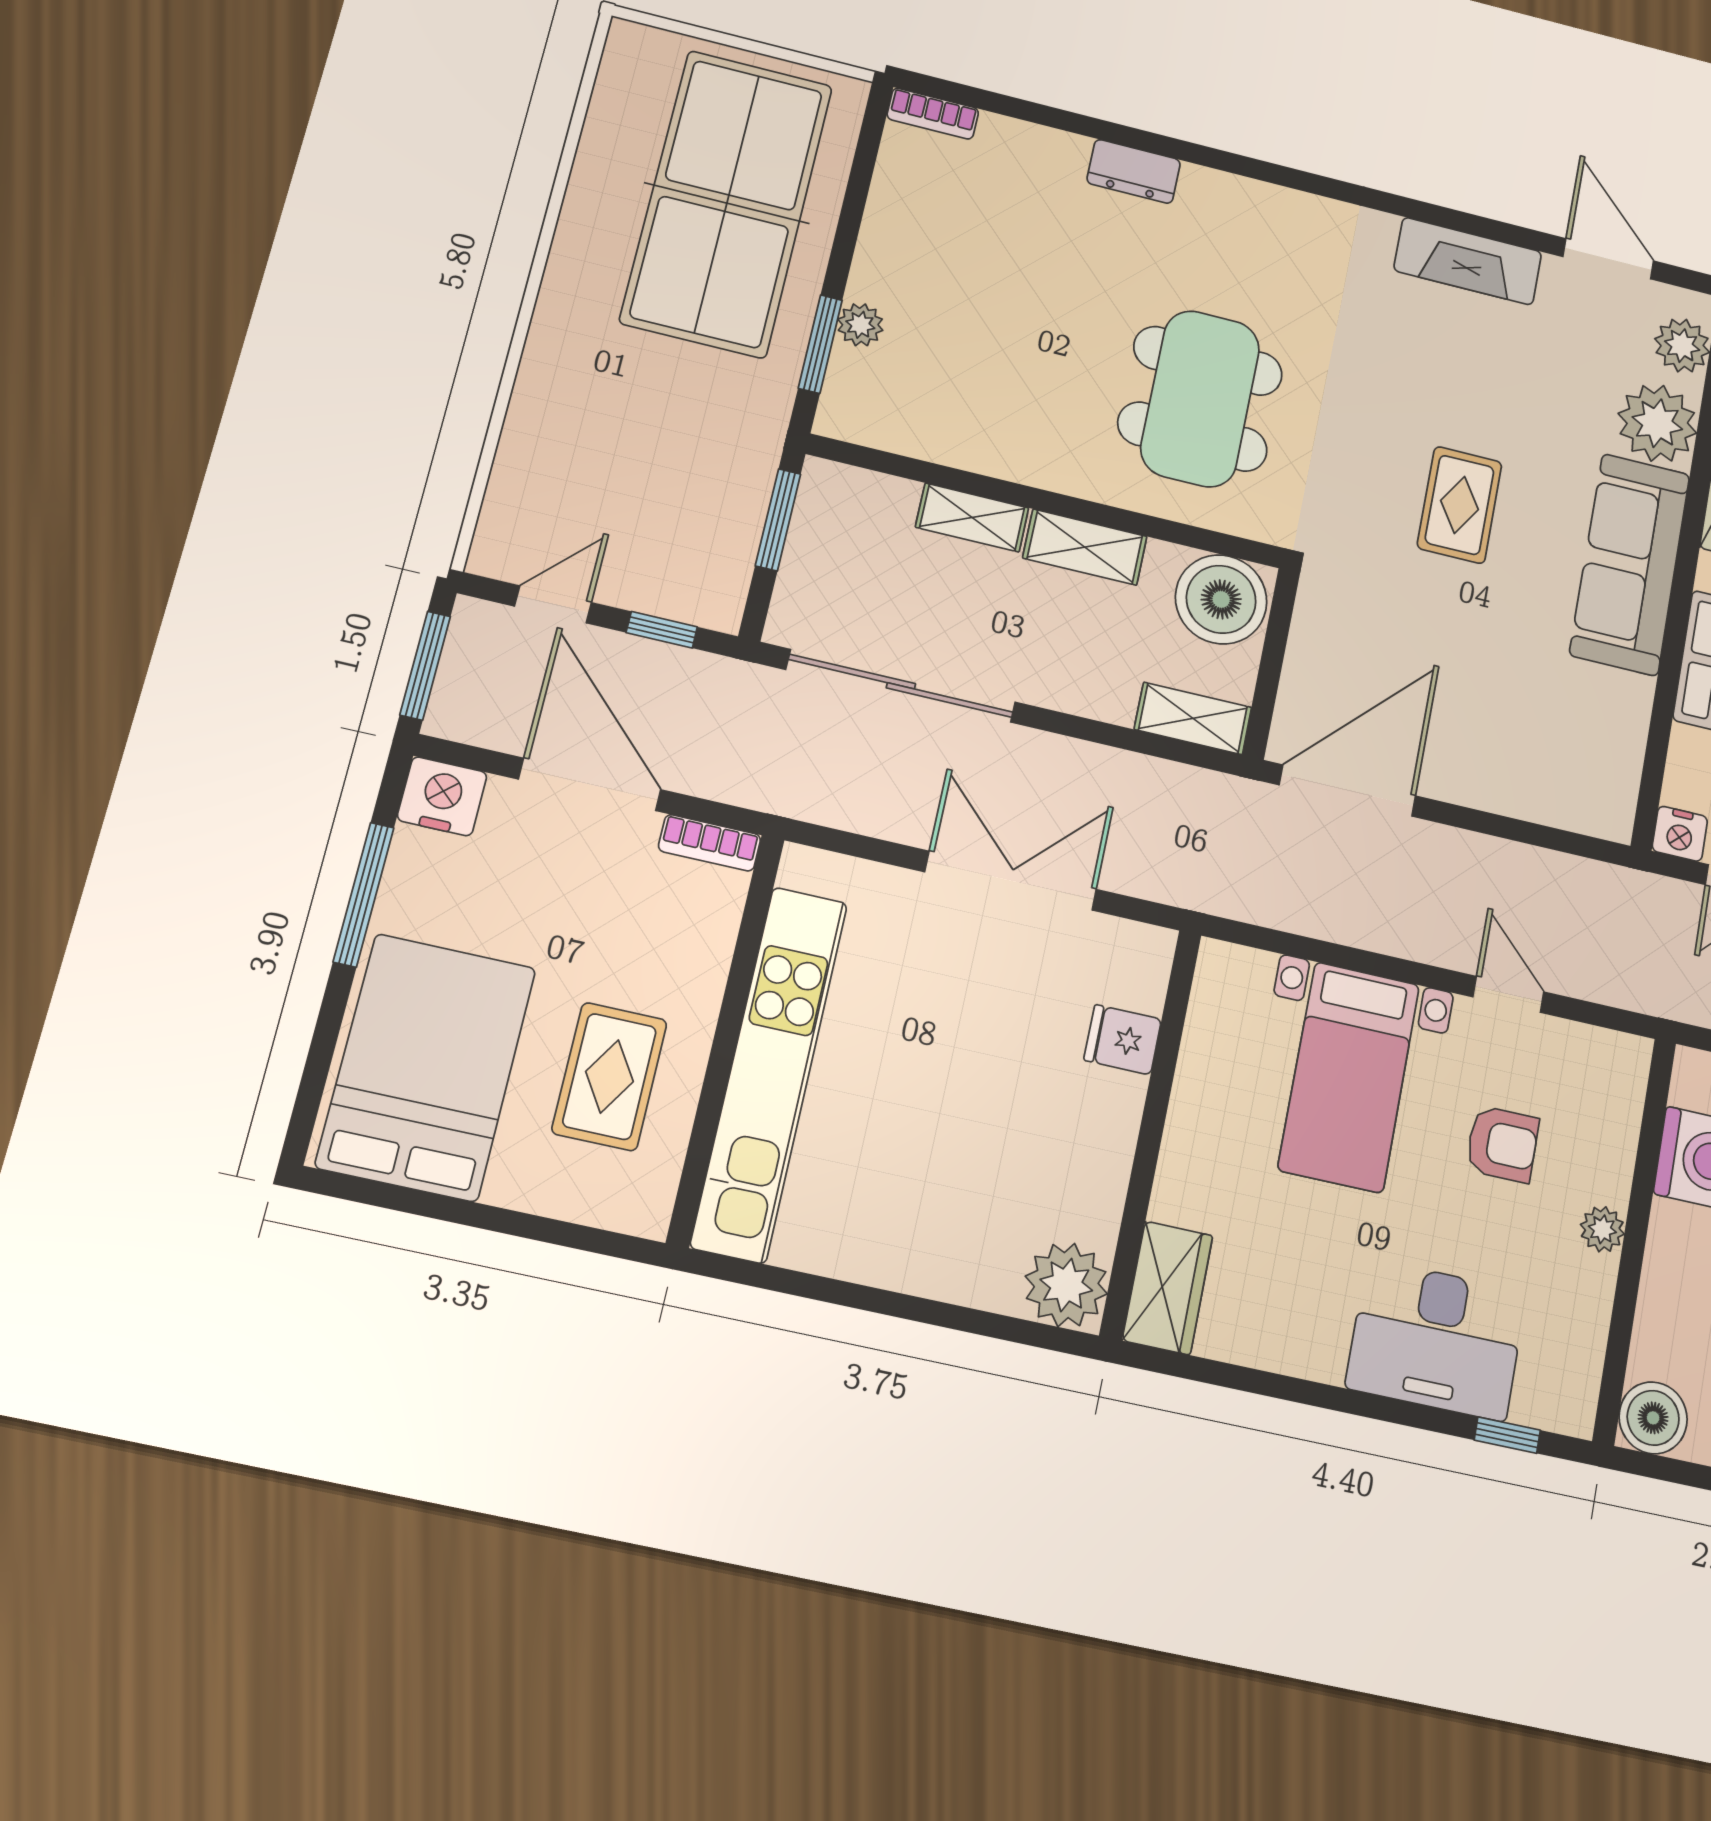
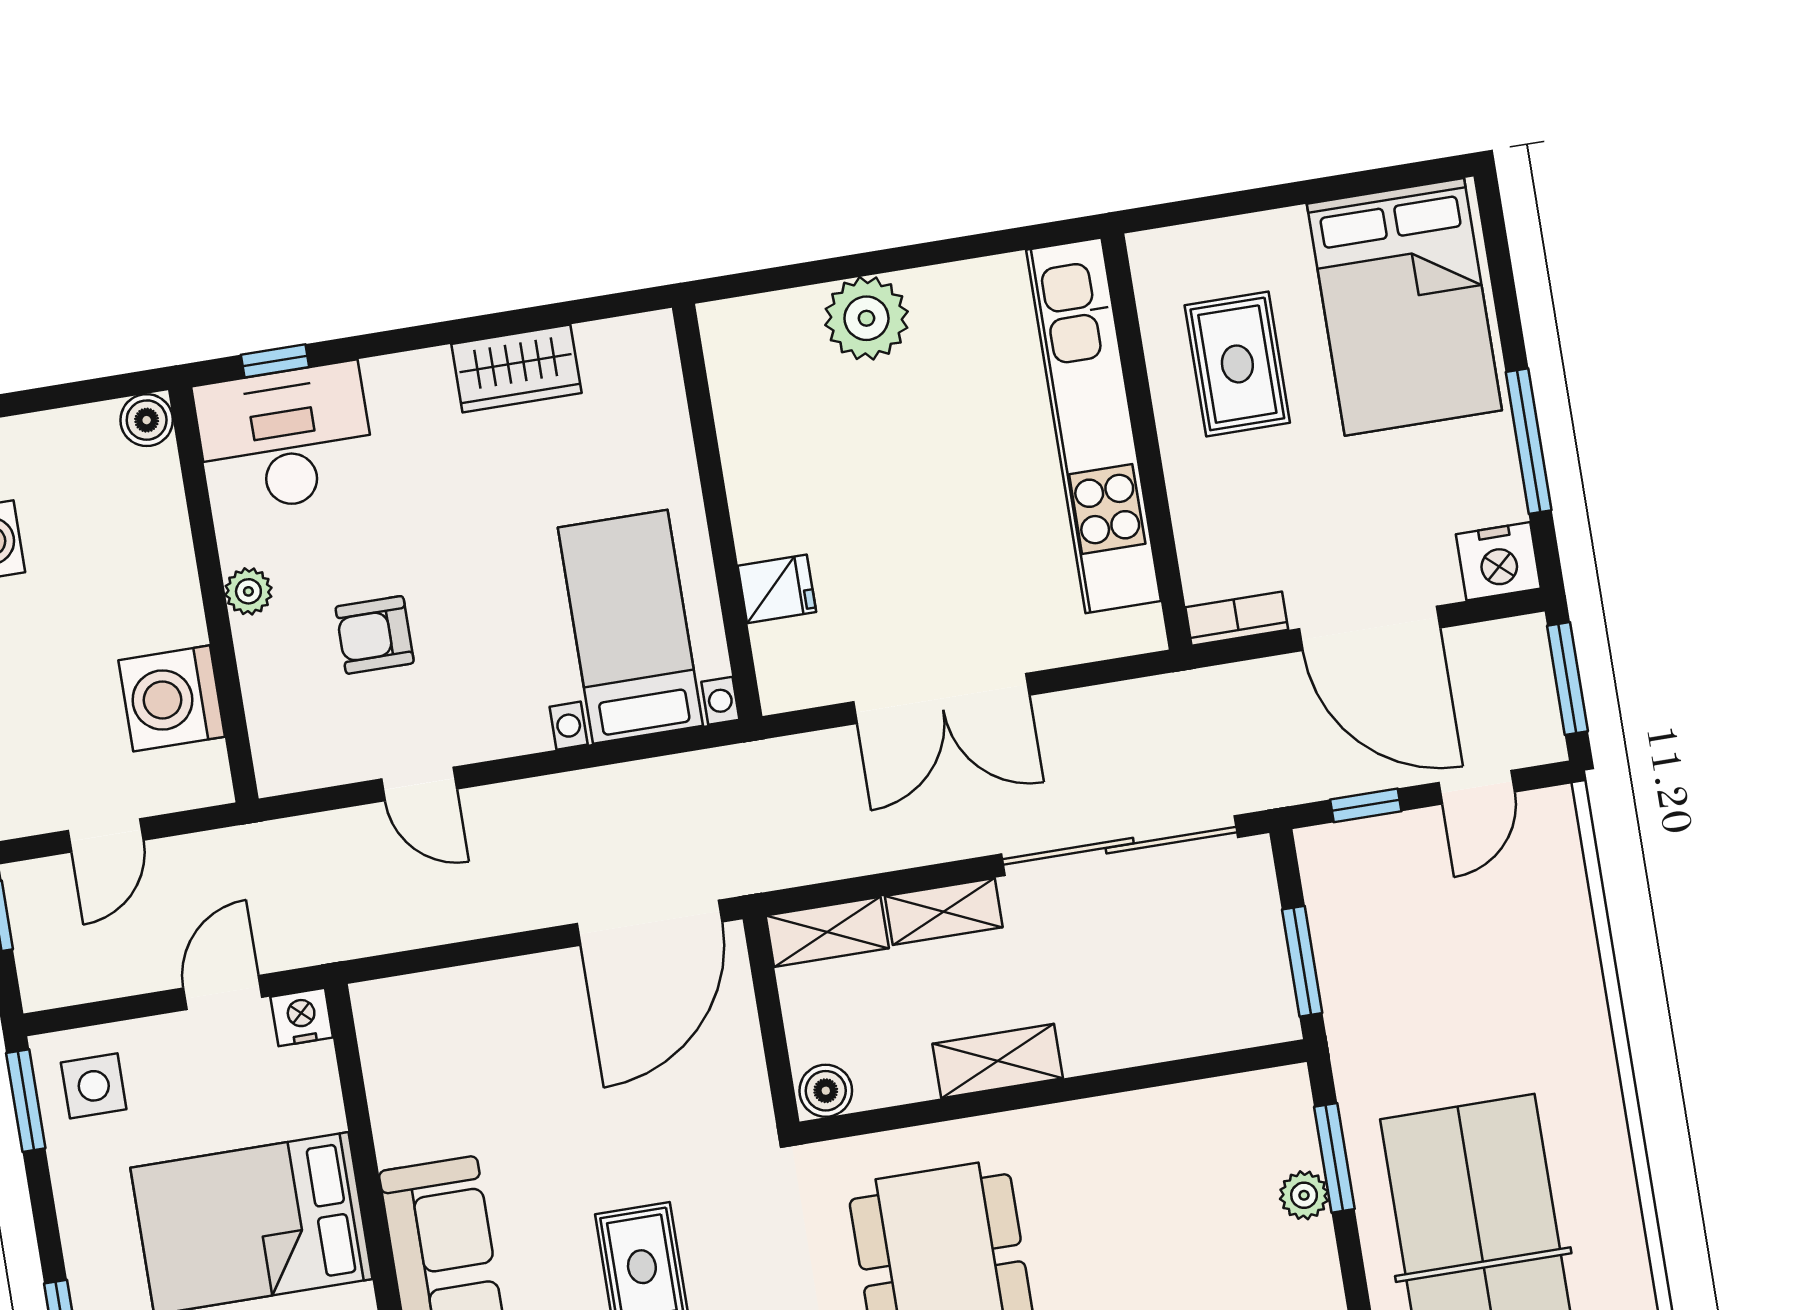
shelving: (972, 517) -> (944, 912), moved
boiler: (1221, 599) -> (826, 1091), width x0.54, depth x0.54
bed with nightstands: (1349, 1077) -> (630, 627), moved
plant: (1066, 1285) -> (866, 318), moved
wardrobe: (1168, 1288) -> (516, 368), moved, turned -90
desk: (1436, 1340) -> (285, 438), moved
boiler: (1653, 1418) -> (147, 420), width x0.73, depth x0.73

